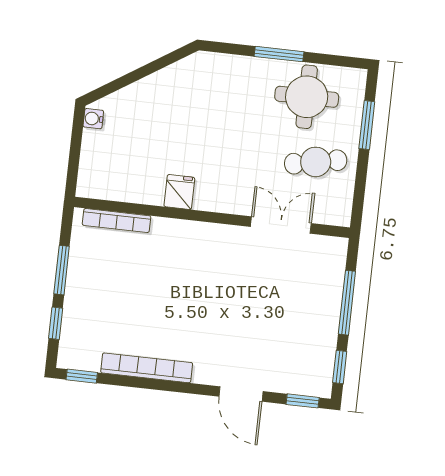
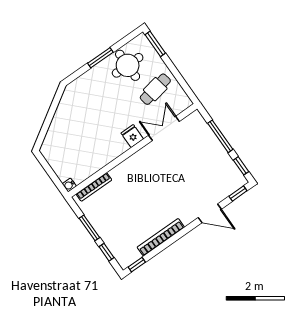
water cooler: (93, 119) -> (69, 185), moved
window: (367, 125) -> (155, 44), moved
fridge: (179, 192) -> (132, 136), moved

